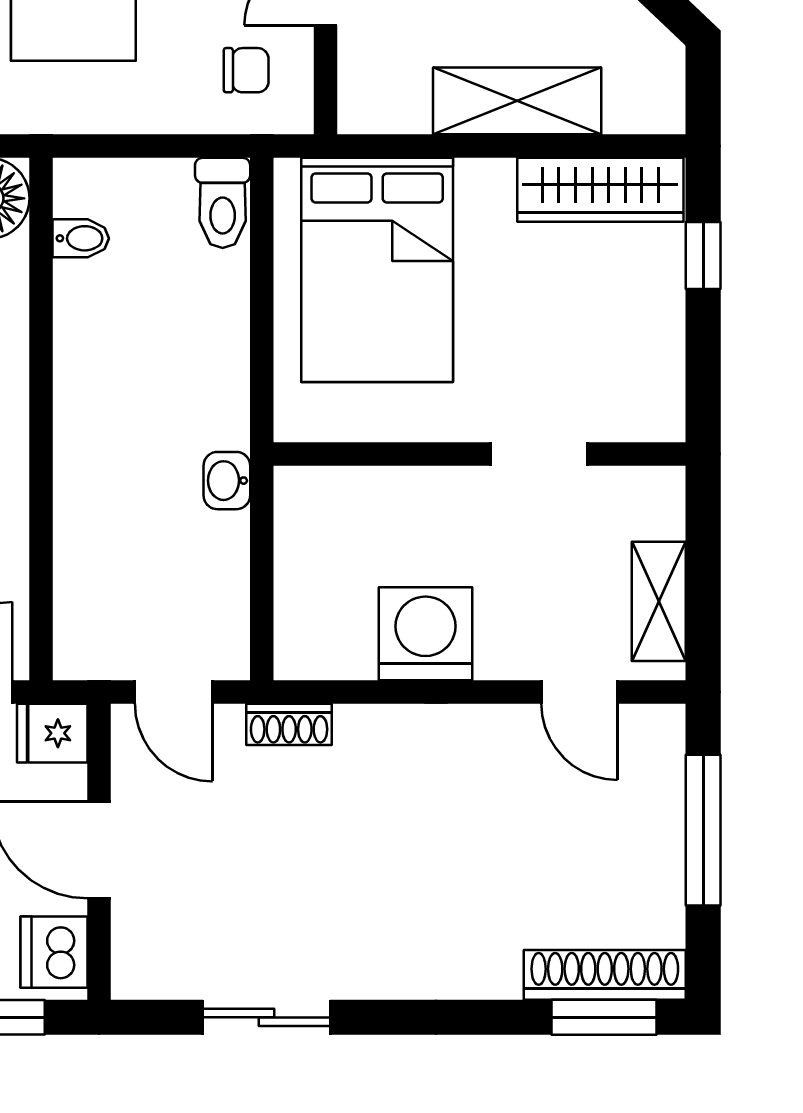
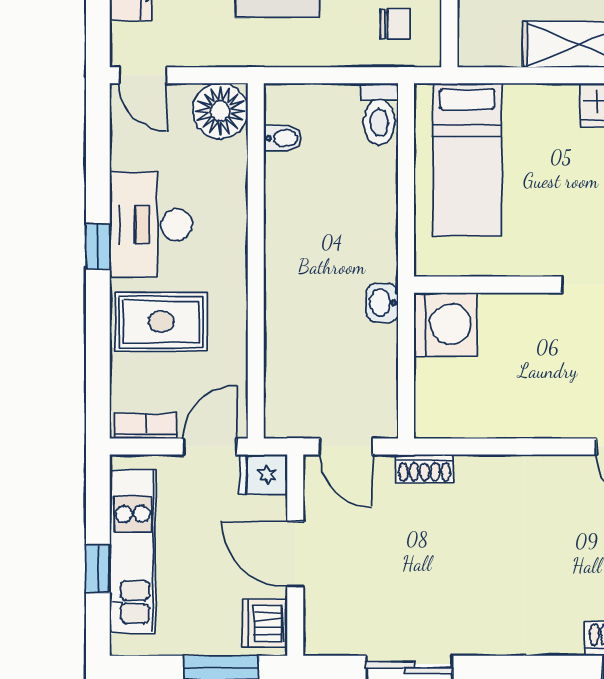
bed: (377, 270) -> (467, 160), width x0.67
washing machine: (425, 634) -> (446, 324), moved, turned 90

